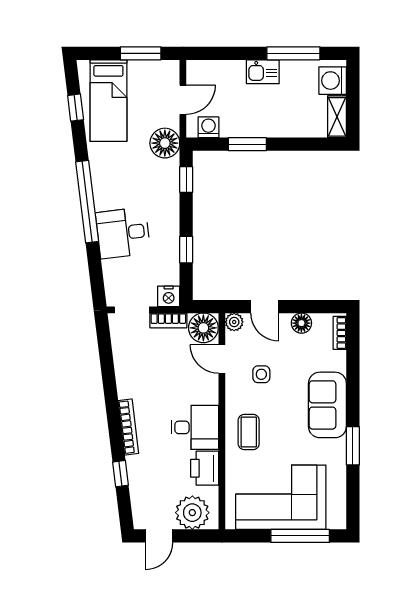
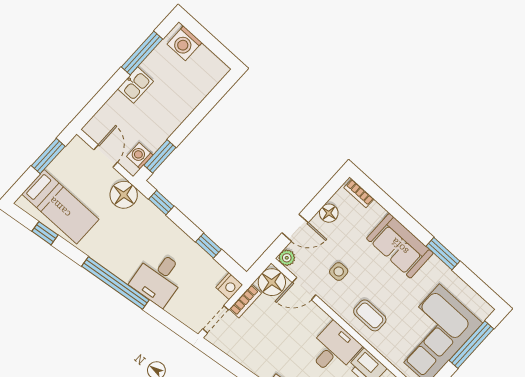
shelving: (337, 117) -> (212, 63), removed
window: (247, 144) -> (160, 156), moved

